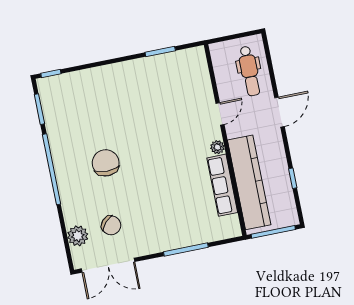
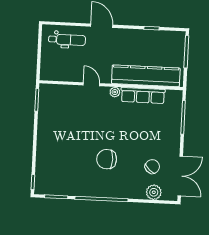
door: (220, 114) -> (91, 84), moved
wall: (225, 140) -> (111, 85), moved
plant: (217, 147) -> (115, 92), moved
kitchen counter: (249, 182) -> (146, 76), moved
row of seats: (222, 185) -> (143, 95), moved

